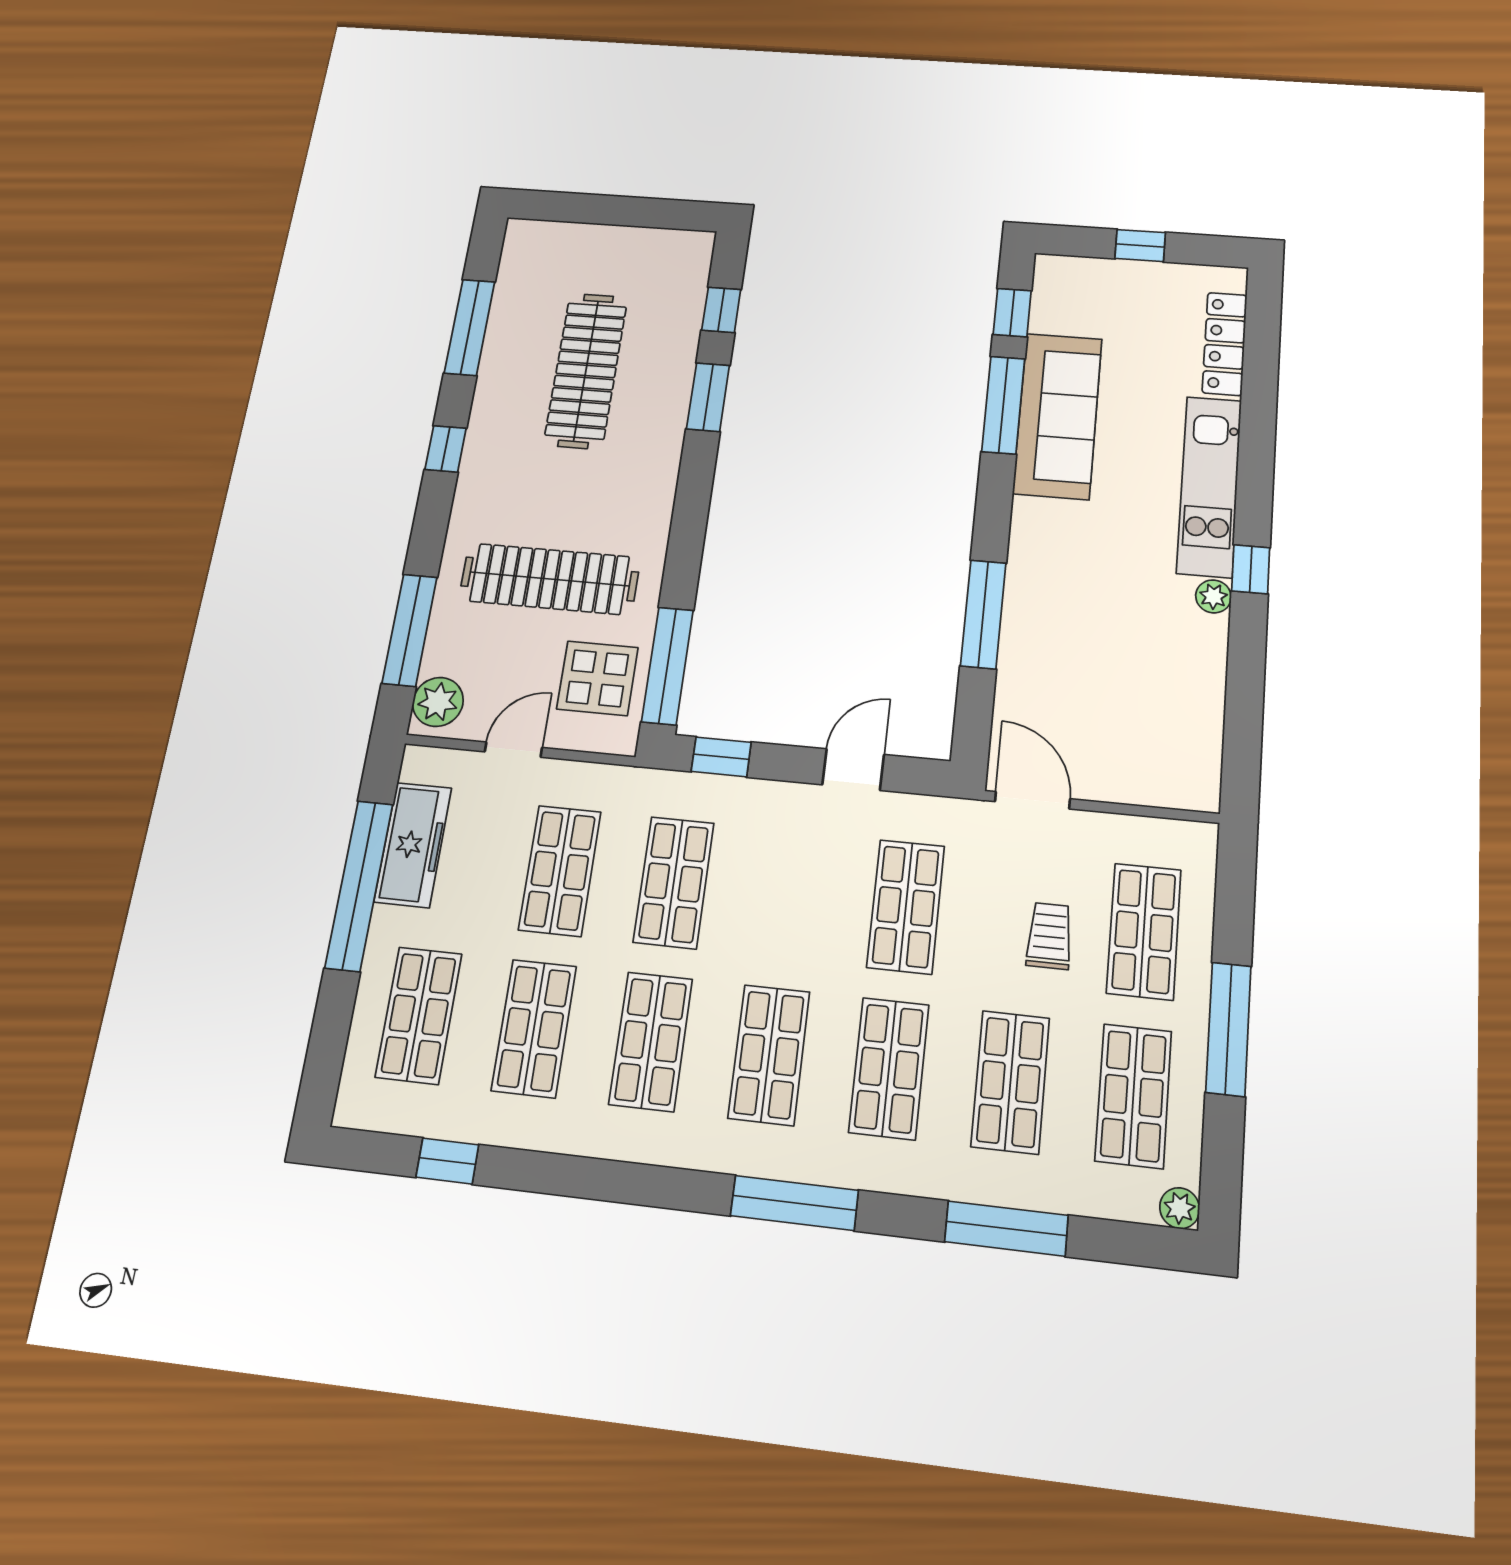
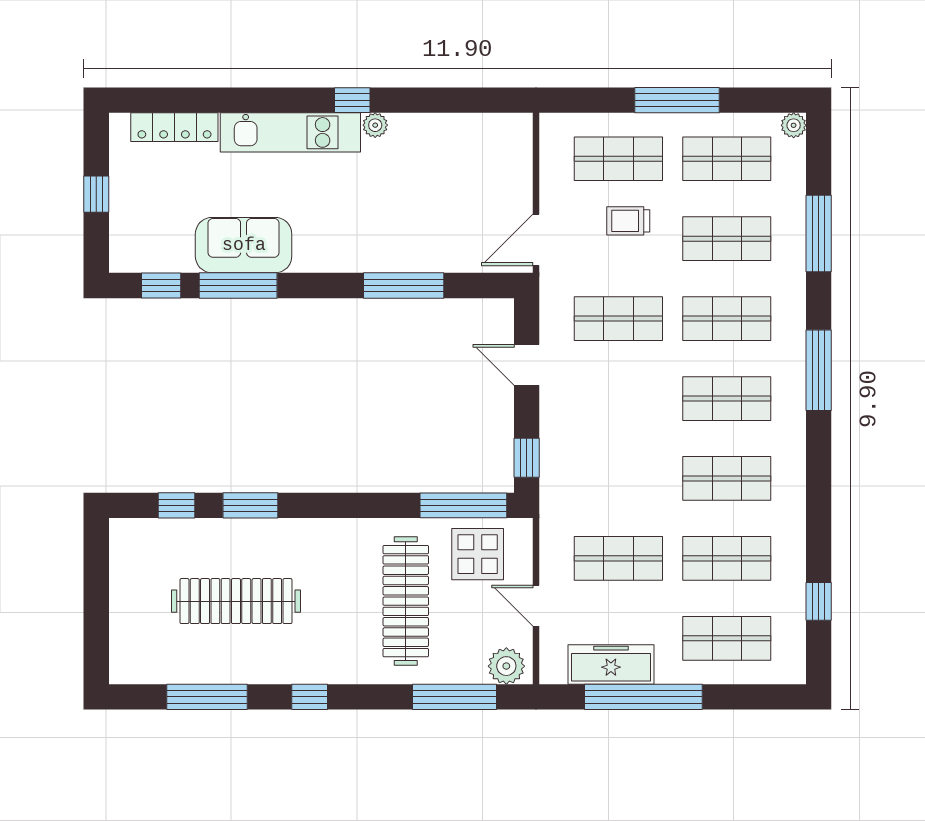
sofa: (1058, 416) -> (244, 245), width x0.73
shop shelf: (674, 882) -> (618, 478), removed

